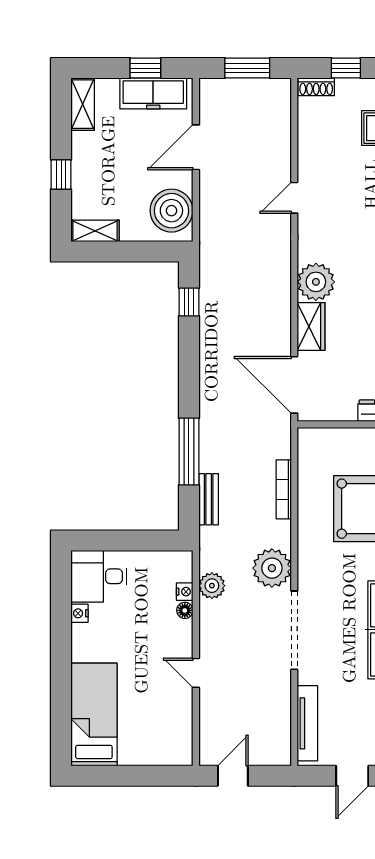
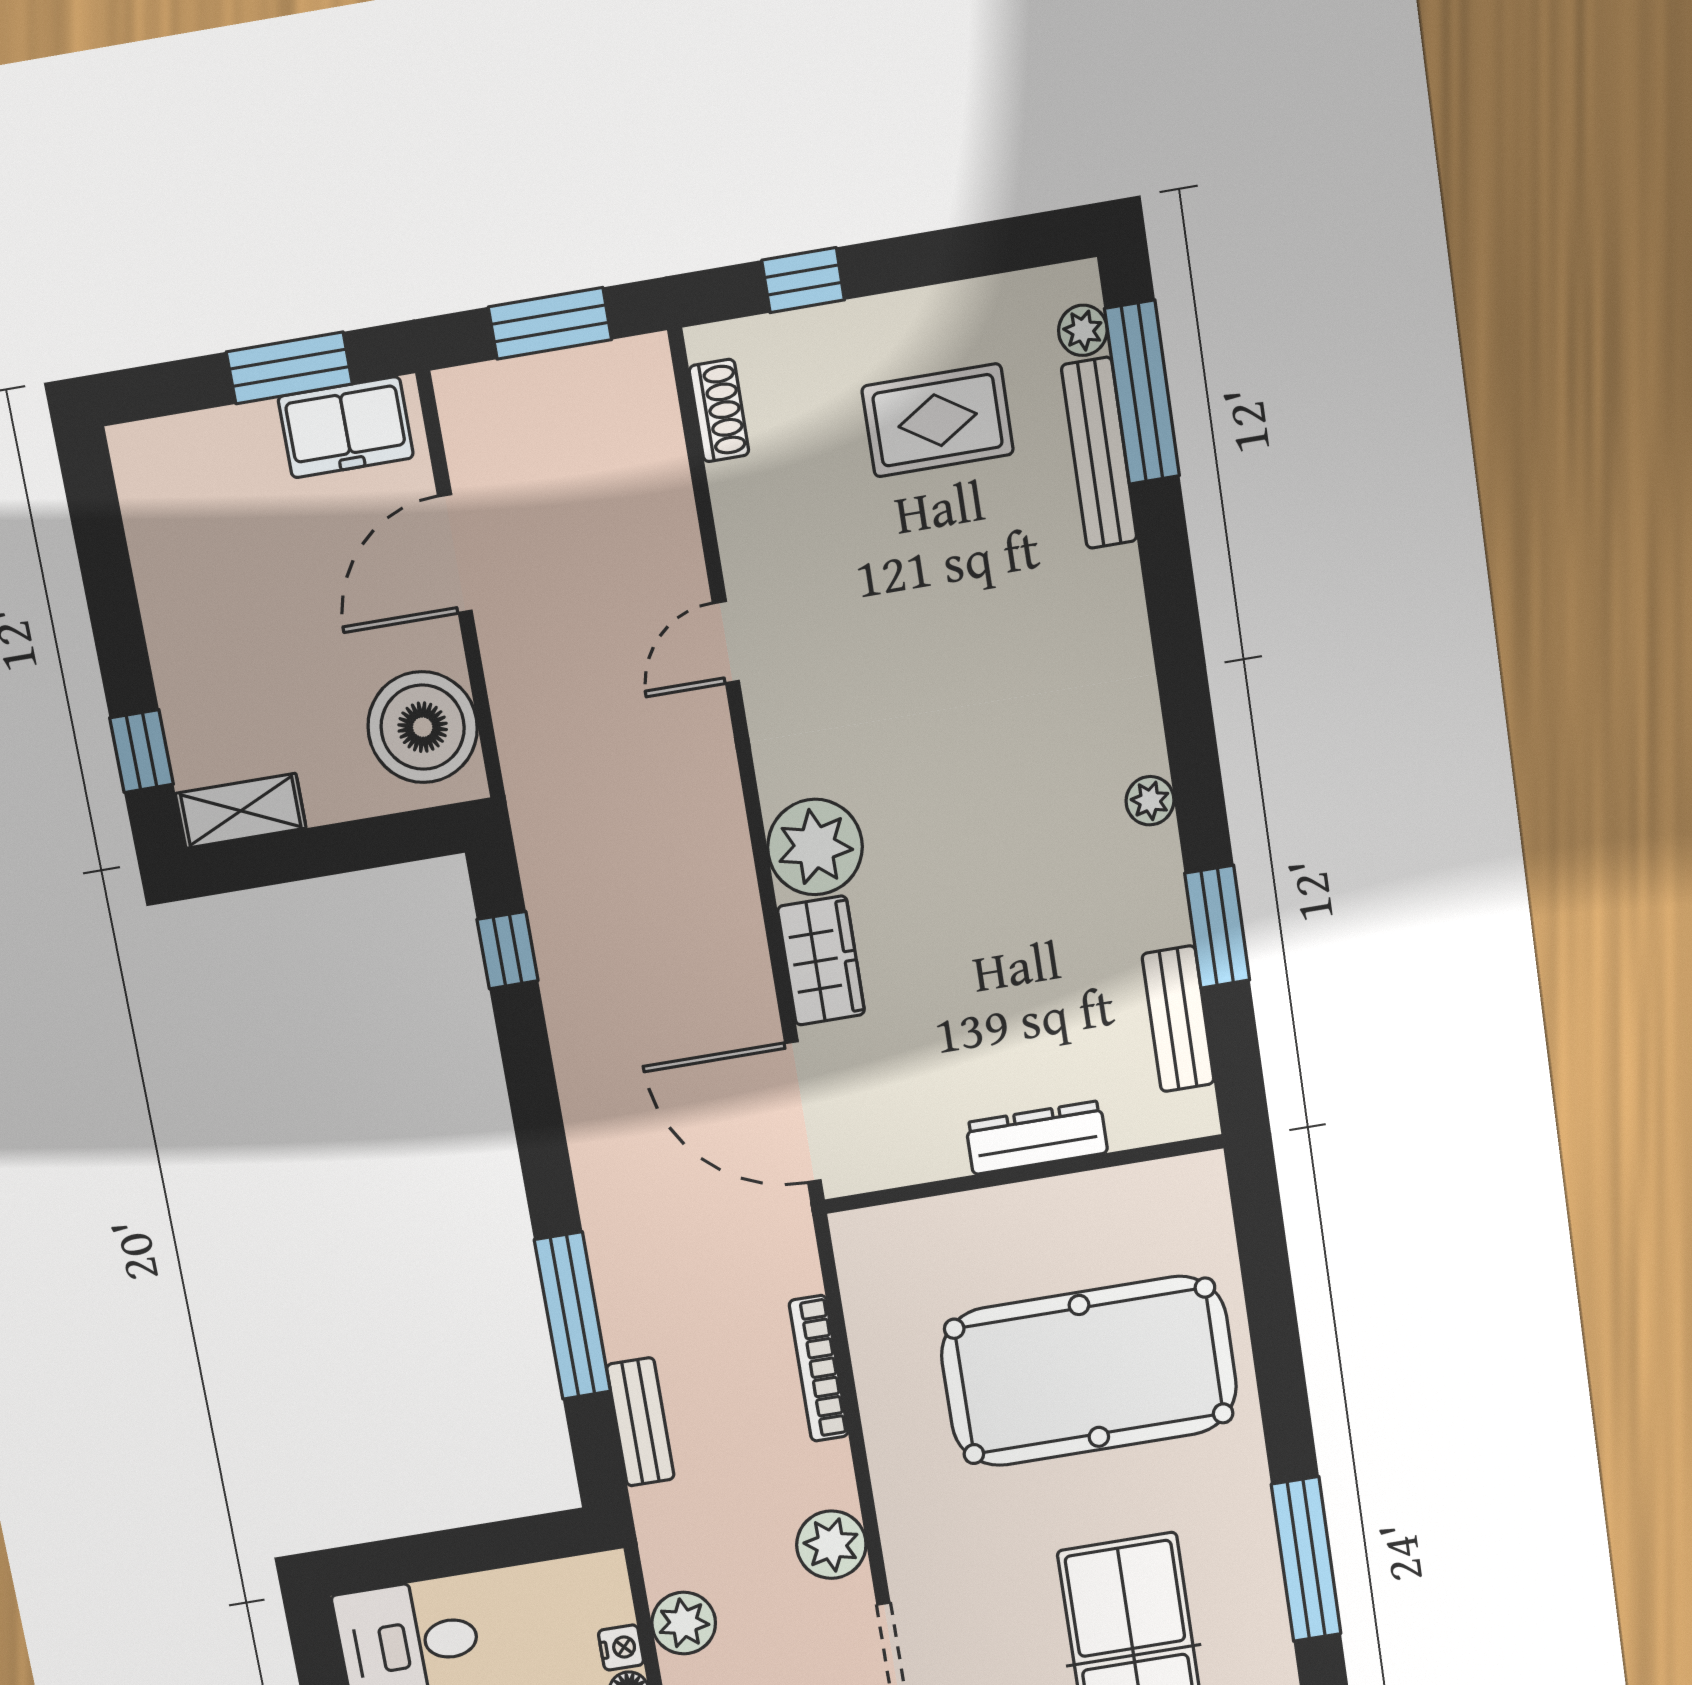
window: (145, 68) -> (289, 368), width x1.50
shoe rack: (316, 87) -> (719, 411), moved, turned -90
freezer: (153, 93) -> (346, 427), width x0.71
shelving: (83, 104) -> (147, 490), removed
window: (61, 174) -> (142, 751), moved
plant: (272, 568) -> (831, 1545), width x0.73, depth x0.73

